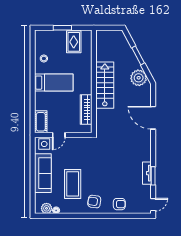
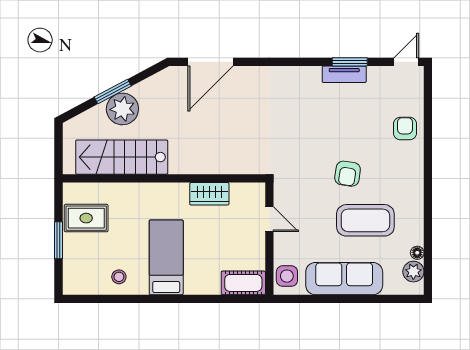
plant: (139, 78) -> (122, 109), moved
stairs: (105, 85) -> (122, 157), moved
wardrobe: (86, 109) -> (209, 194), width x0.67
door: (153, 118) -> (210, 62), moved
door: (59, 135) -> (269, 219), moved
armchair: (94, 202) -> (348, 174), moved
door: (153, 205) -> (406, 62), hinge flipped

